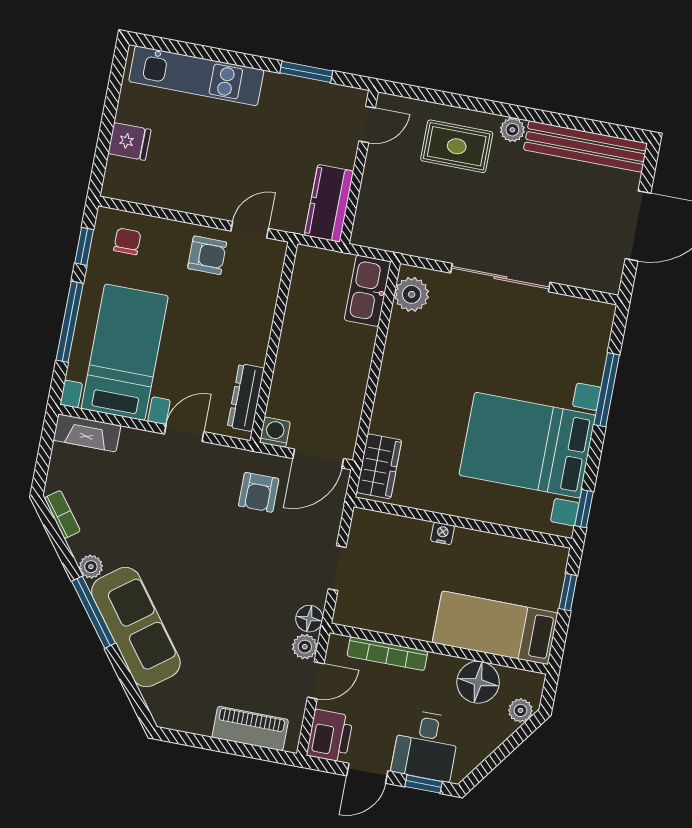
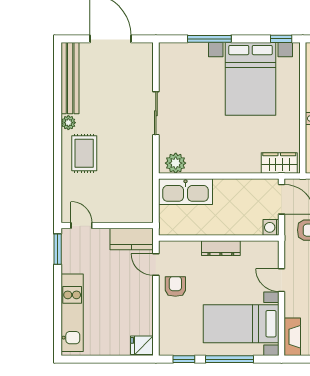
door: (367, 124) -> (82, 226), moved
fridge: (129, 141) -> (142, 345), moved, turned -90
wall: (359, 167) -> (107, 226), moved
kitchen counter: (329, 203) -> (132, 239), moved
chair: (127, 241) -> (176, 335), removed
sliding door: (500, 278) -> (156, 113), width x0.73
kitchen sink: (368, 291) -> (186, 192), width x1.36, depth x1.24
dresser: (246, 397) -> (221, 248), moved

